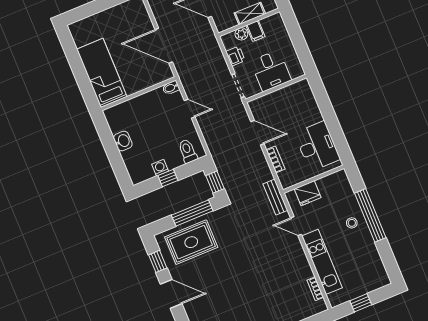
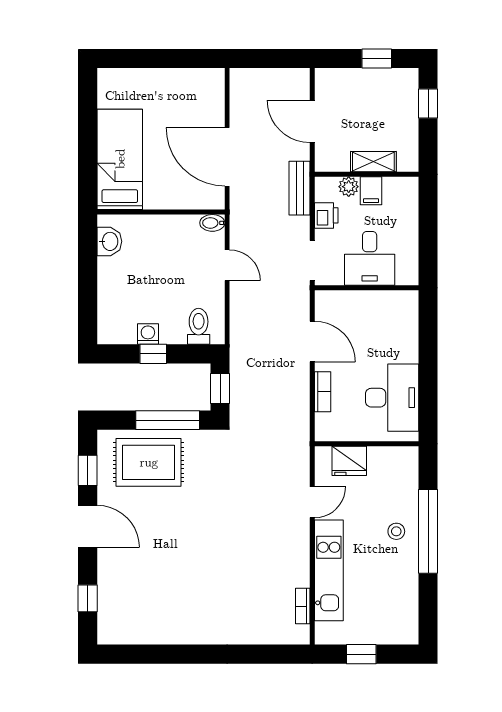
washbasin: (123, 141) -> (109, 241), moved
bench: (275, 197) -> (300, 188), moved
door: (296, 226) -> (312, 502), swing flipped

